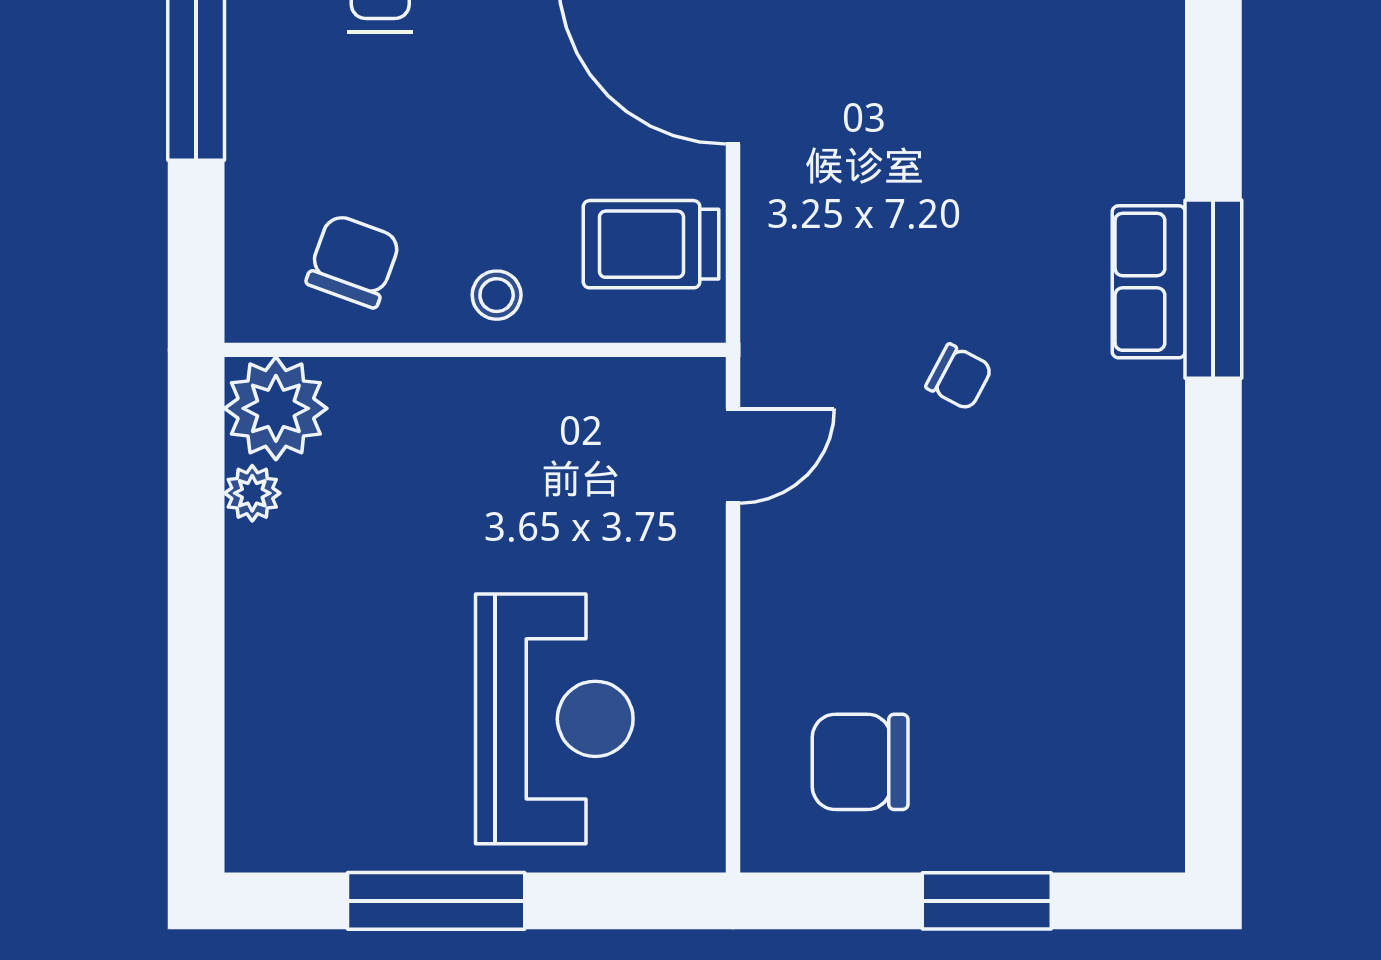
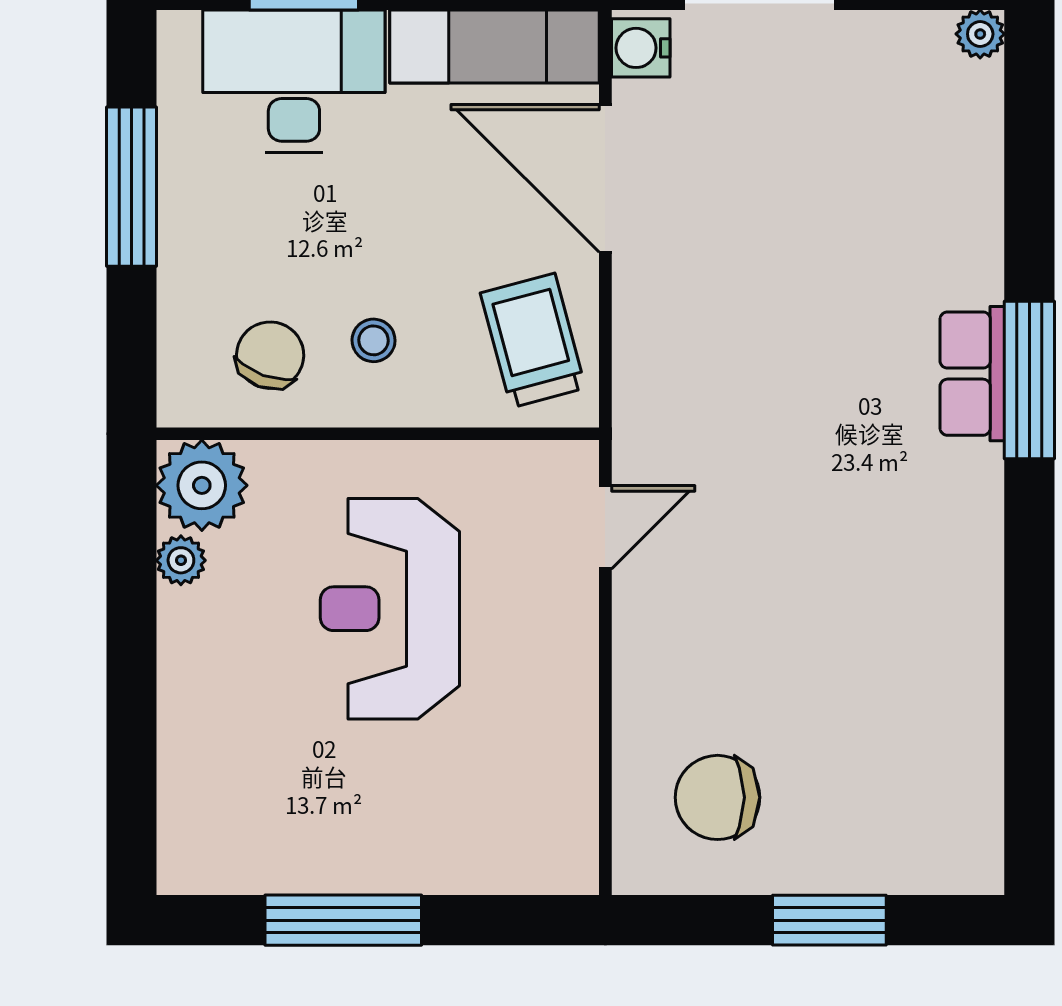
trolley: (651, 244) -> (533, 340), turned 75
stool: (497, 295) -> (374, 340), moved
chair: (959, 377) -> (805, 458), removed
reception desk: (554, 719) -> (390, 609), moved, turned 180

